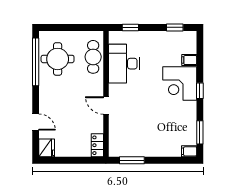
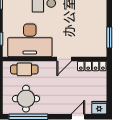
desk: (124, 64) -> (30, 40), width x1.36, depth x1.30
locker: (97, 145) -> (92, 66), width x1.53

